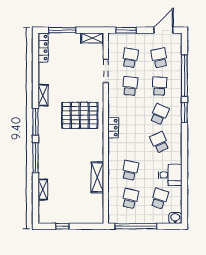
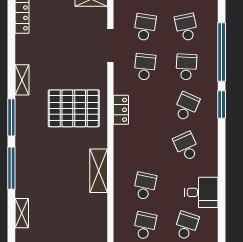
locker: (113, 128) -> (121, 110), moved
shelving: (97, 177) -> (99, 171), moved

